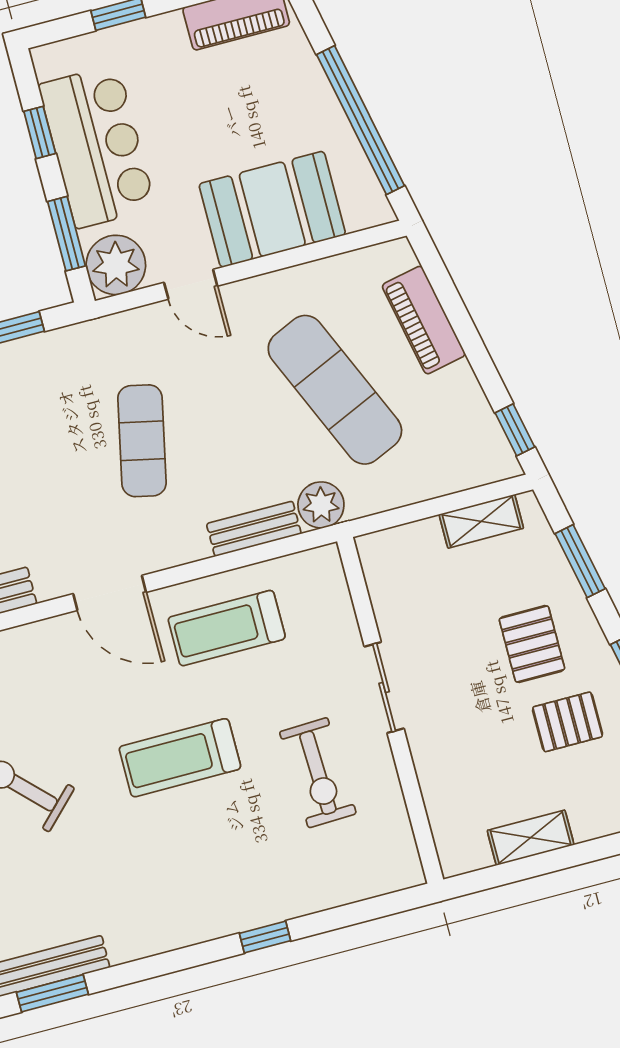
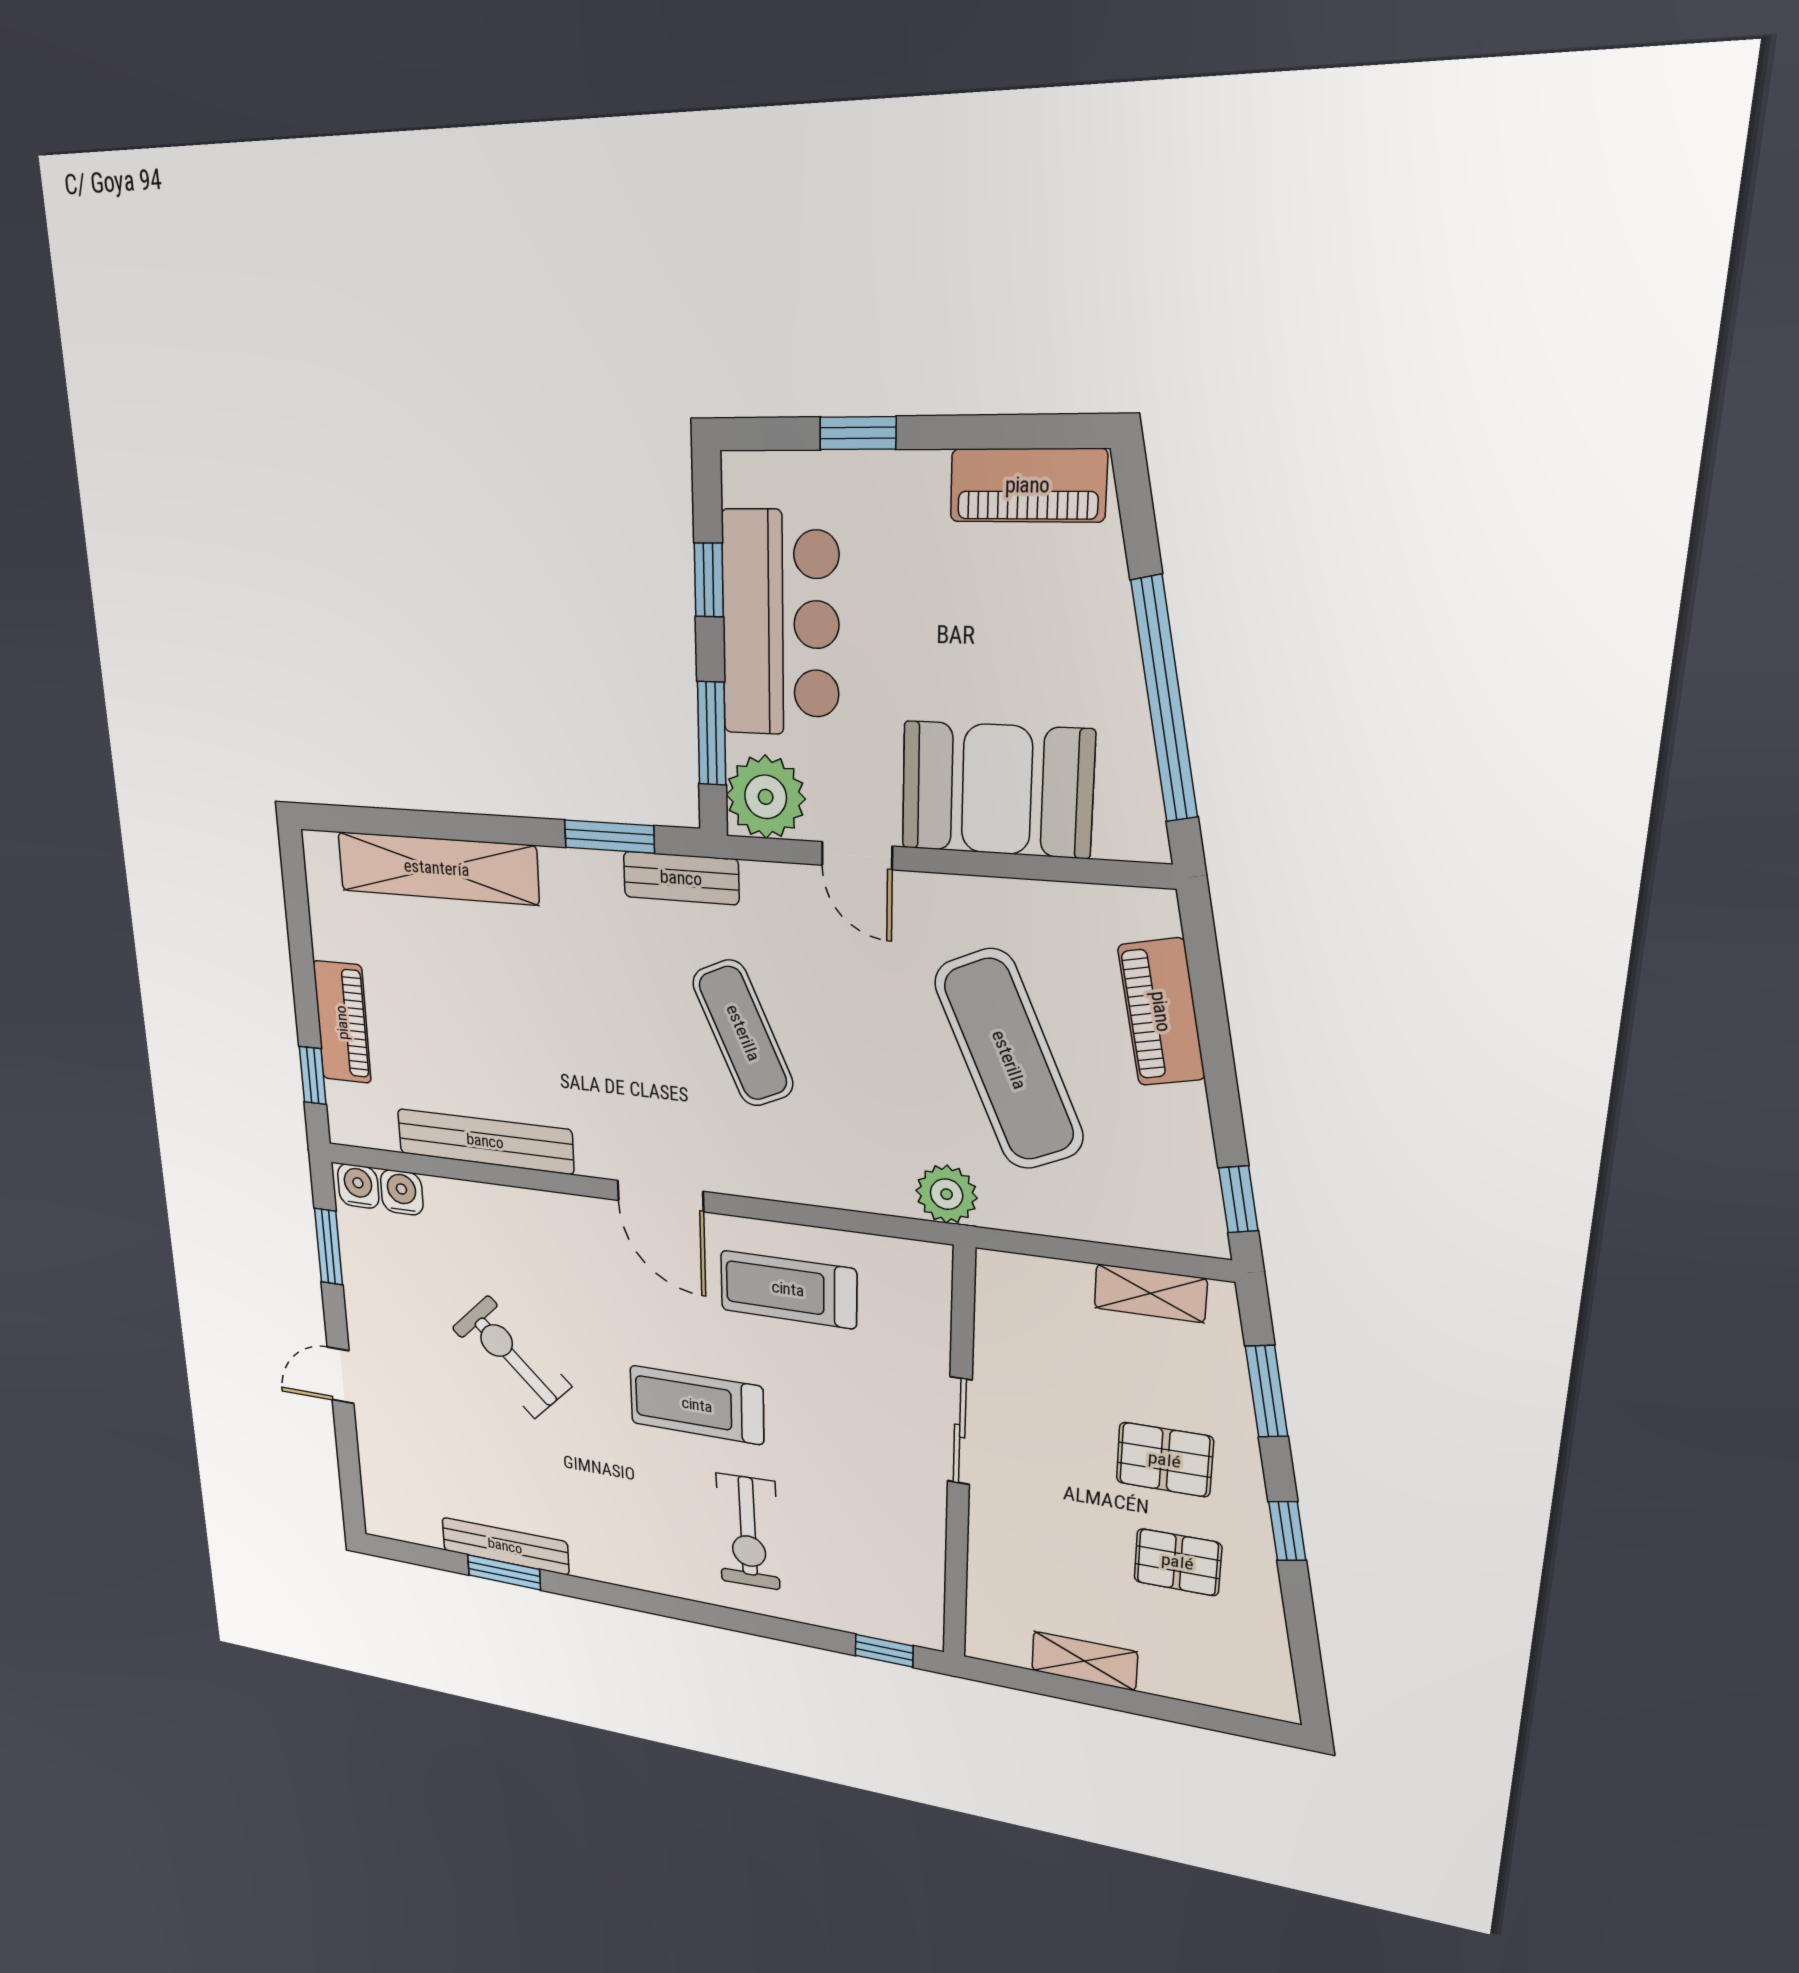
exercise mat: (142, 441) -> (743, 1033), turned -36
bench: (254, 529) -> (681, 878), moved
pallet: (532, 644) -> (1165, 1460), turned 90
exercise bike: (318, 773) -> (748, 1532), moved
window: (265, 937) -> (884, 1651), moved

